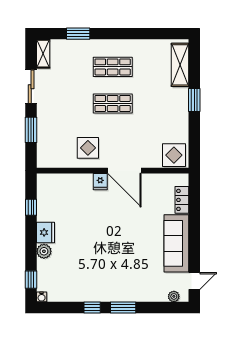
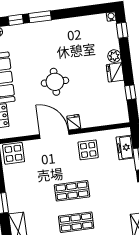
freezer: (45, 145) -> (125, 148), added
round table: (116, 231) -> (55, 82), added
window: (92, 308) -> (16, 20), moved

